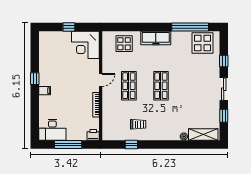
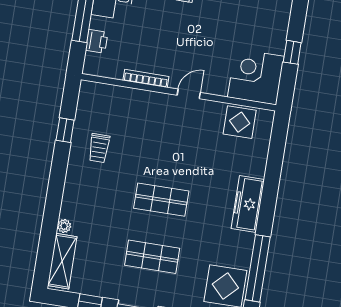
display table: (124, 44) -> (240, 122), moved
door: (101, 80) -> (189, 94), swing flipped
shop shelf: (129, 86) -> (152, 257), moved
printer: (93, 135) -> (97, 41), moved

